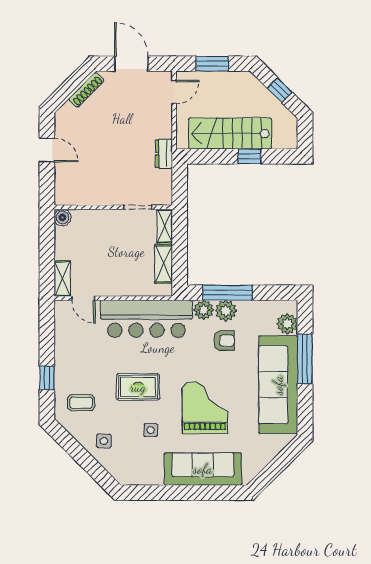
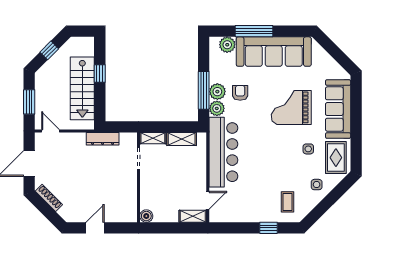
dresser: (164, 154) -> (103, 139), width x1.44
rug: (138, 387) -> (336, 158), moved

